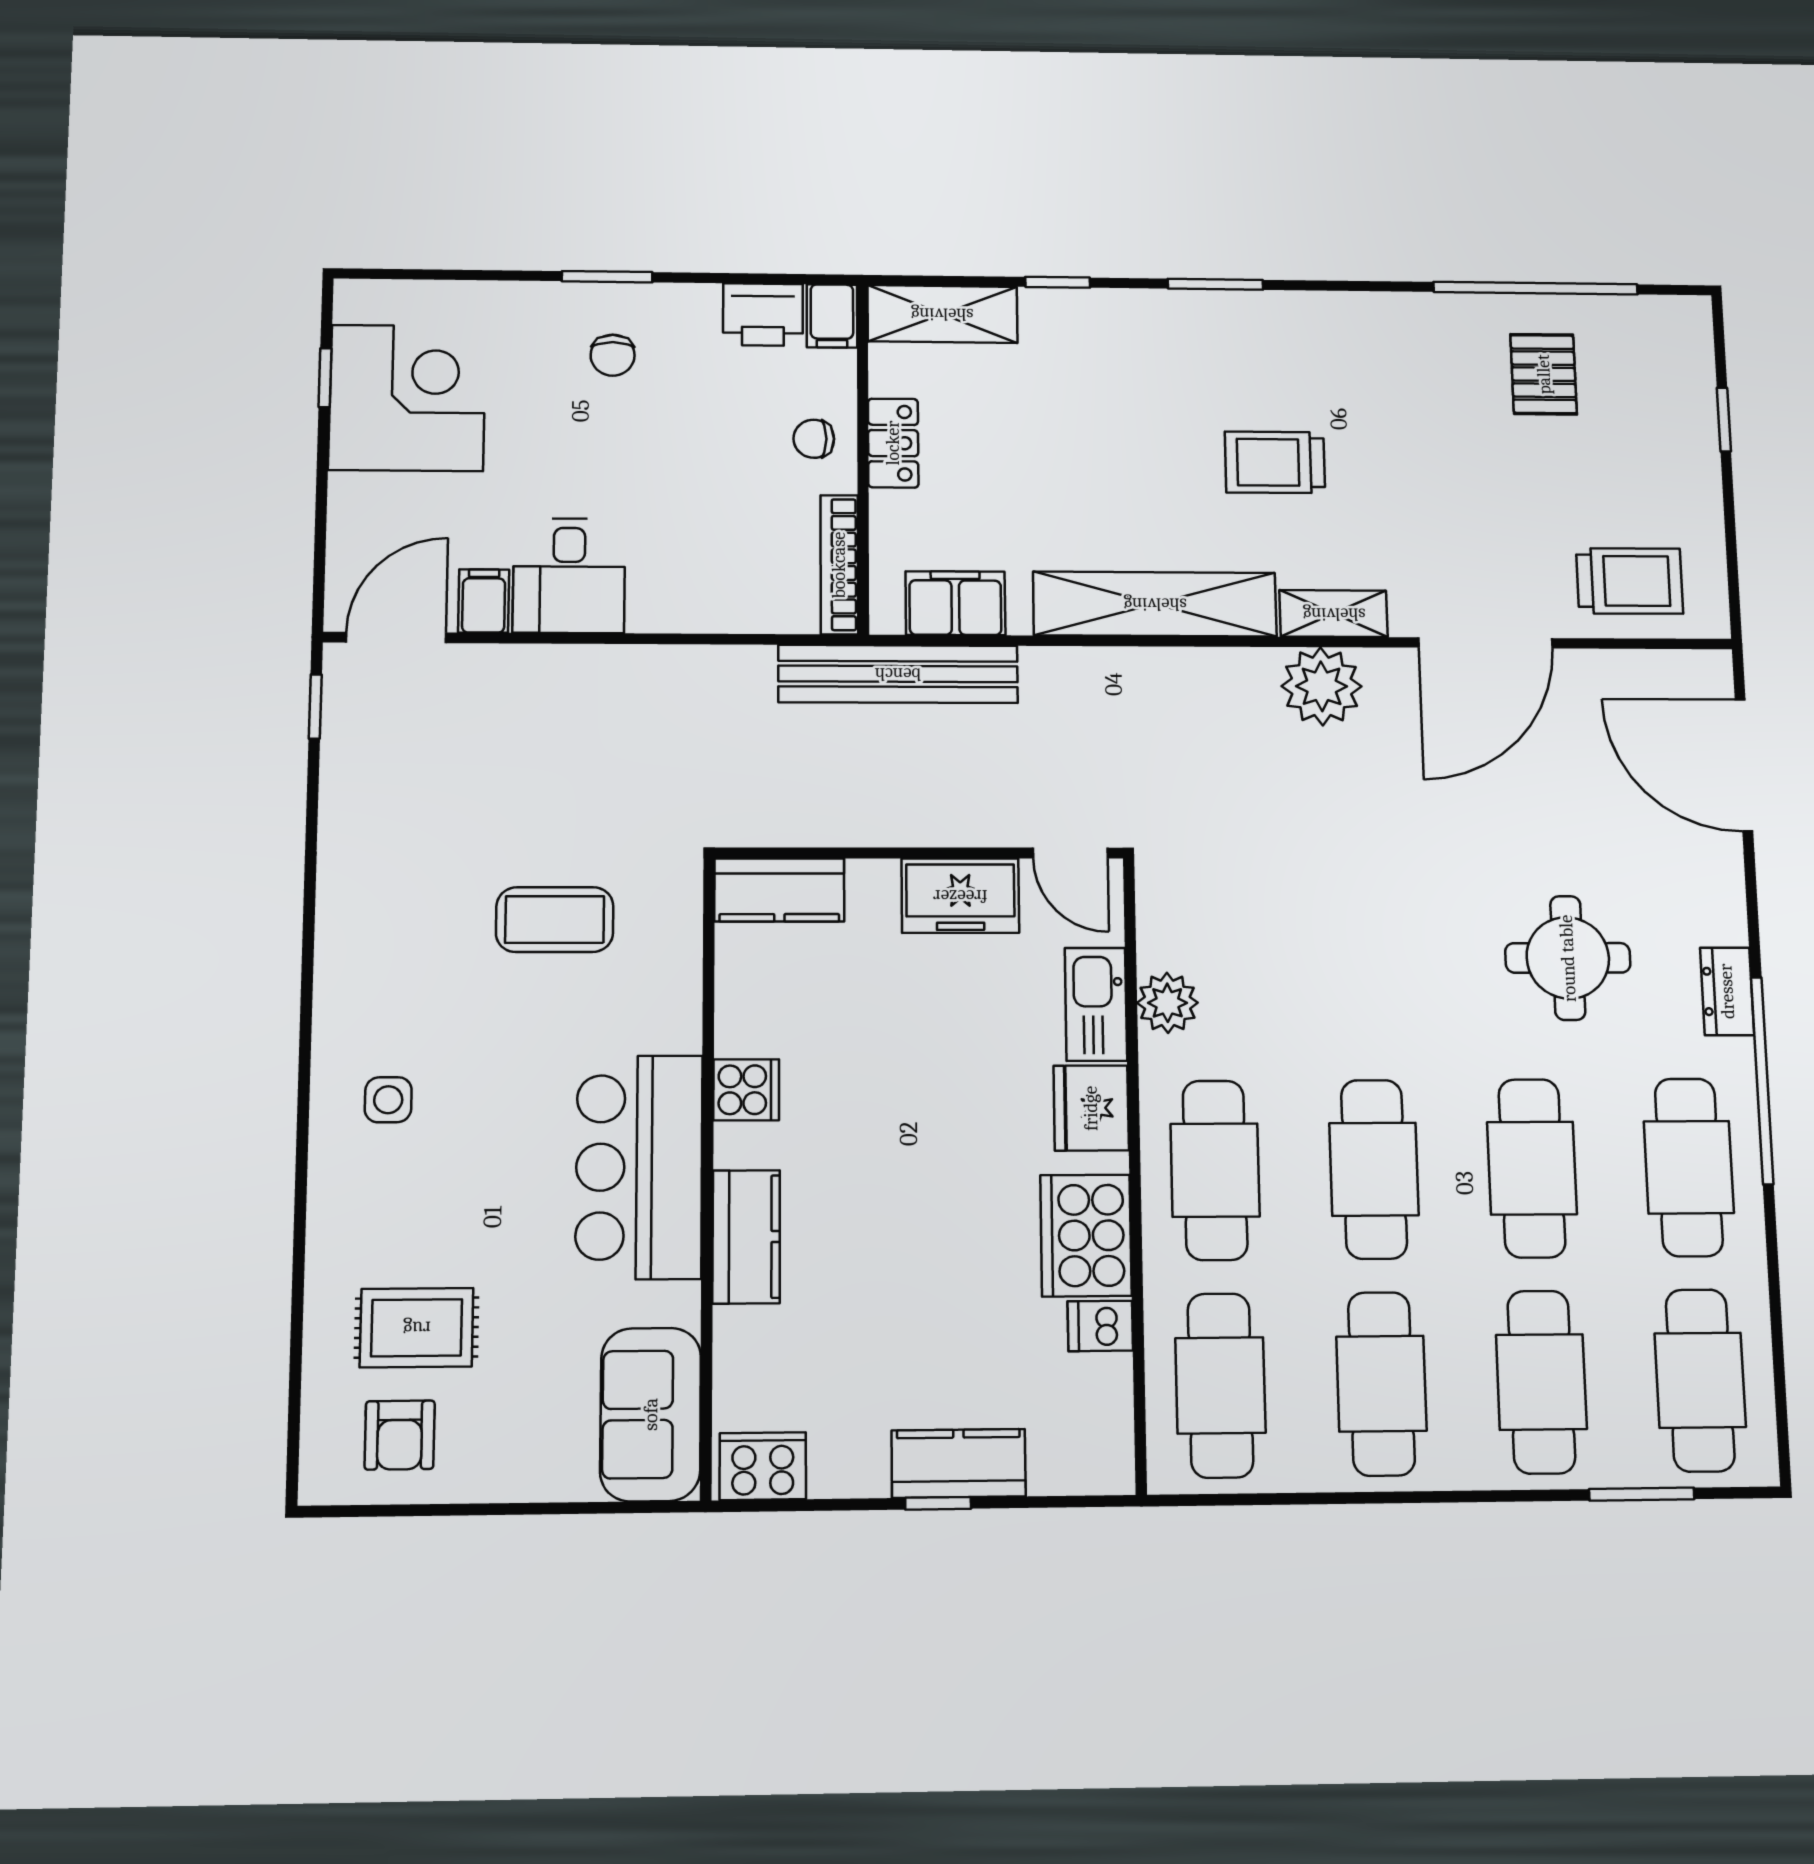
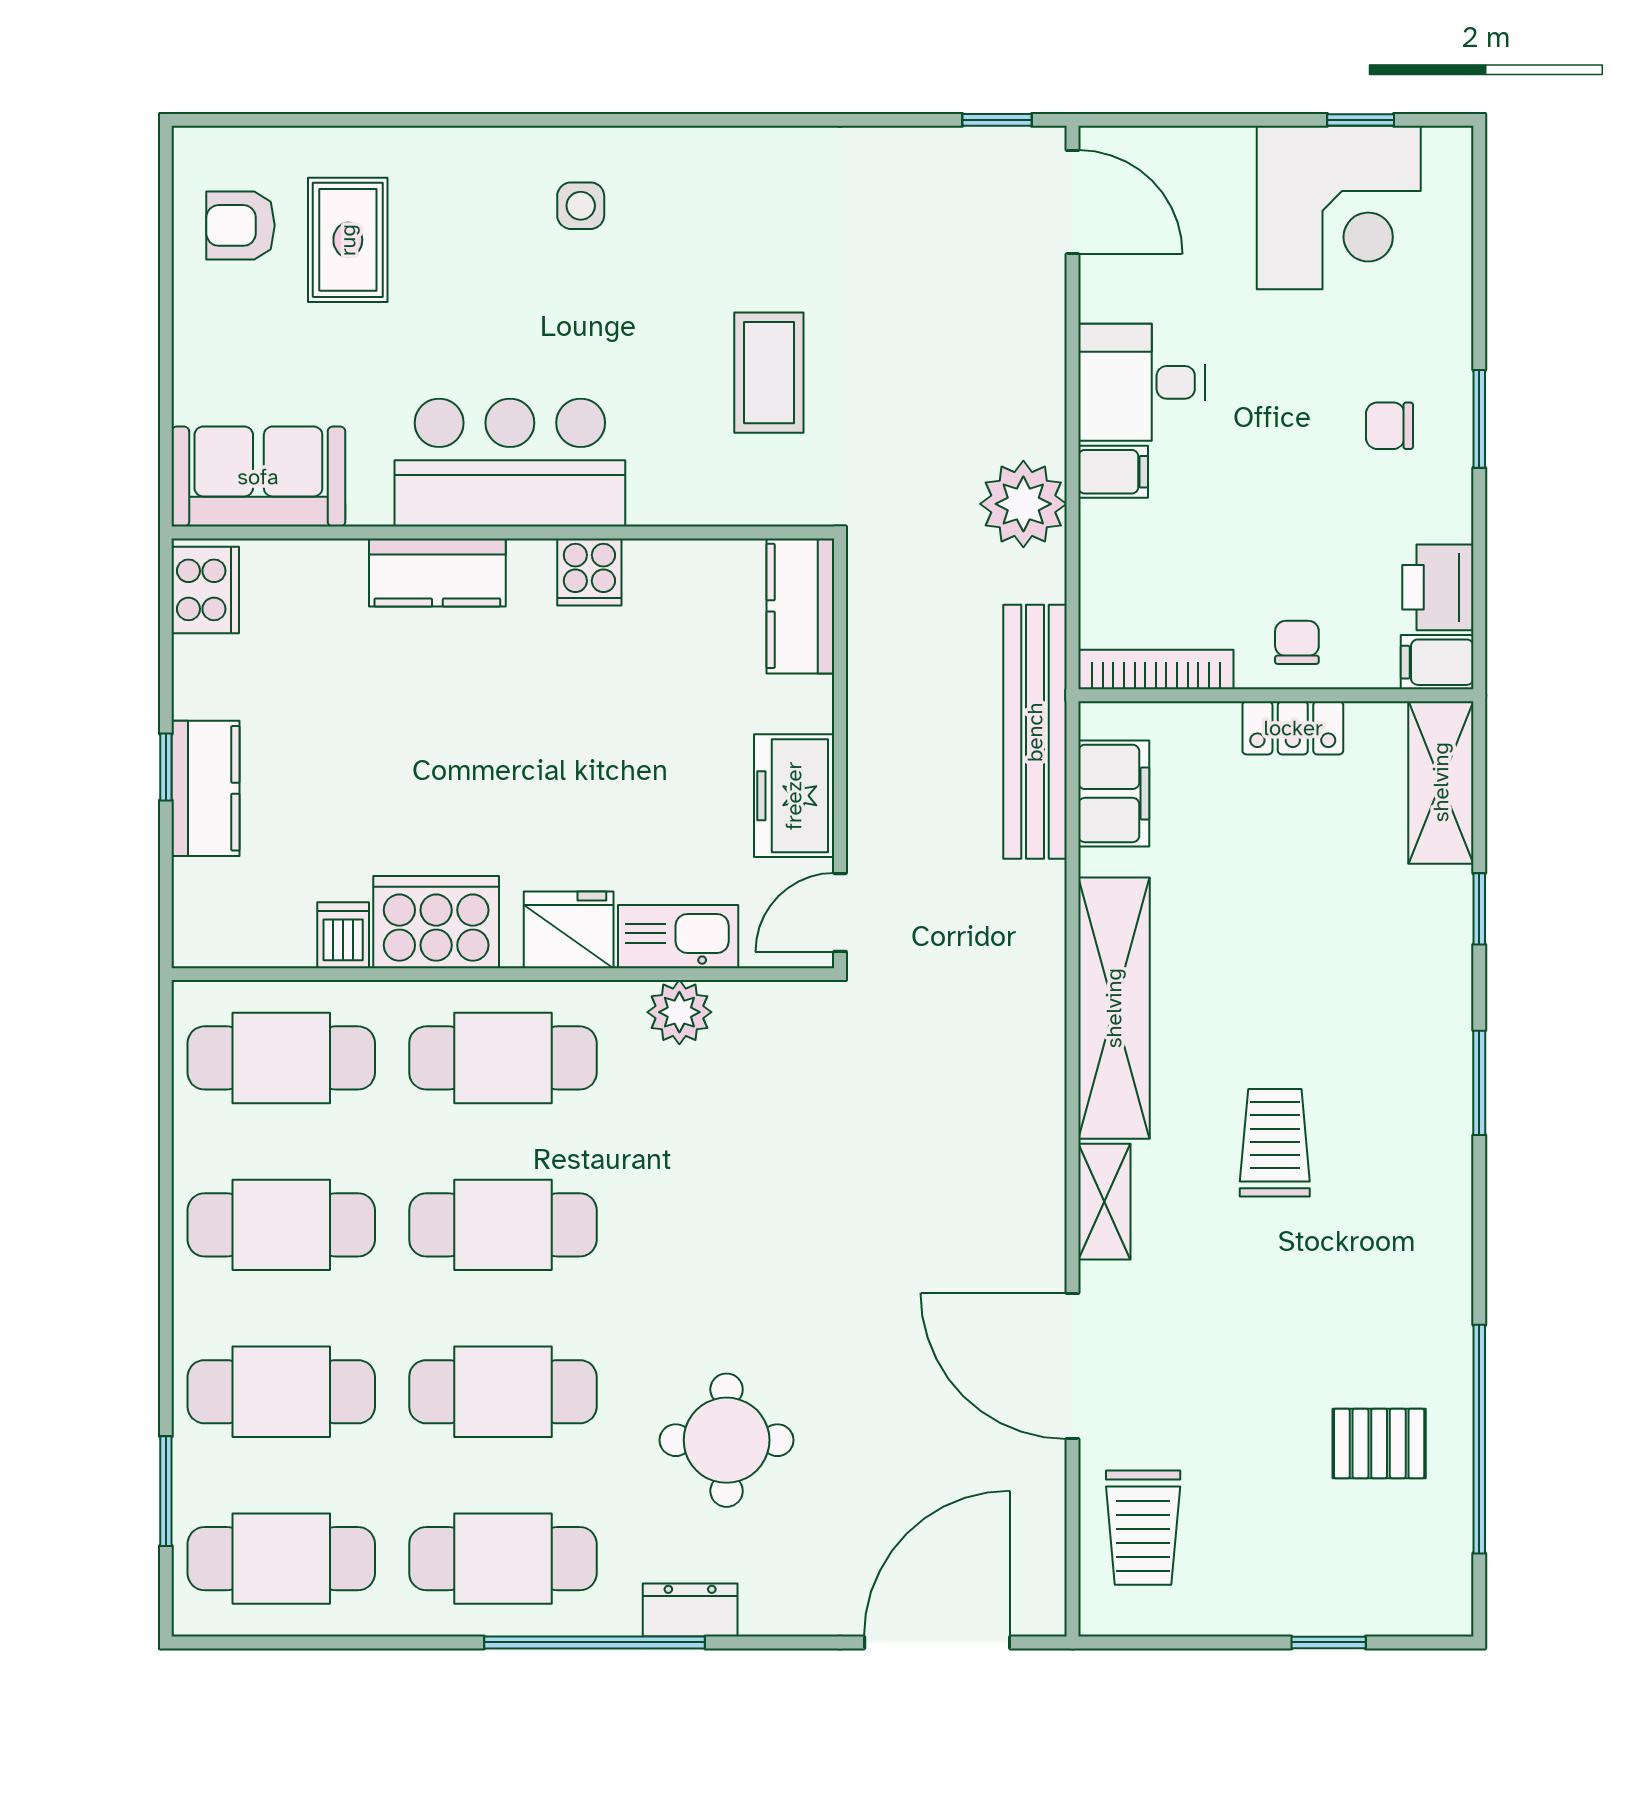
filing cabinet: (484, 601) -> (1113, 472), moved
plant: (1322, 686) -> (1023, 504), moved

